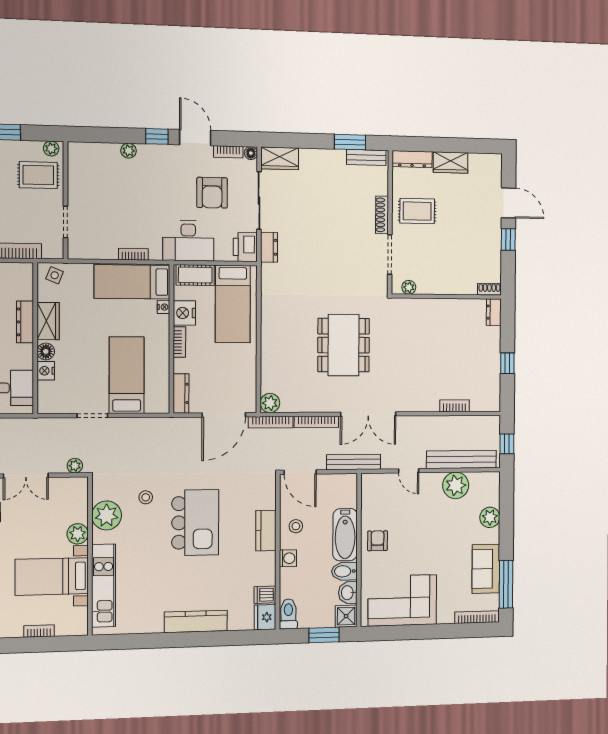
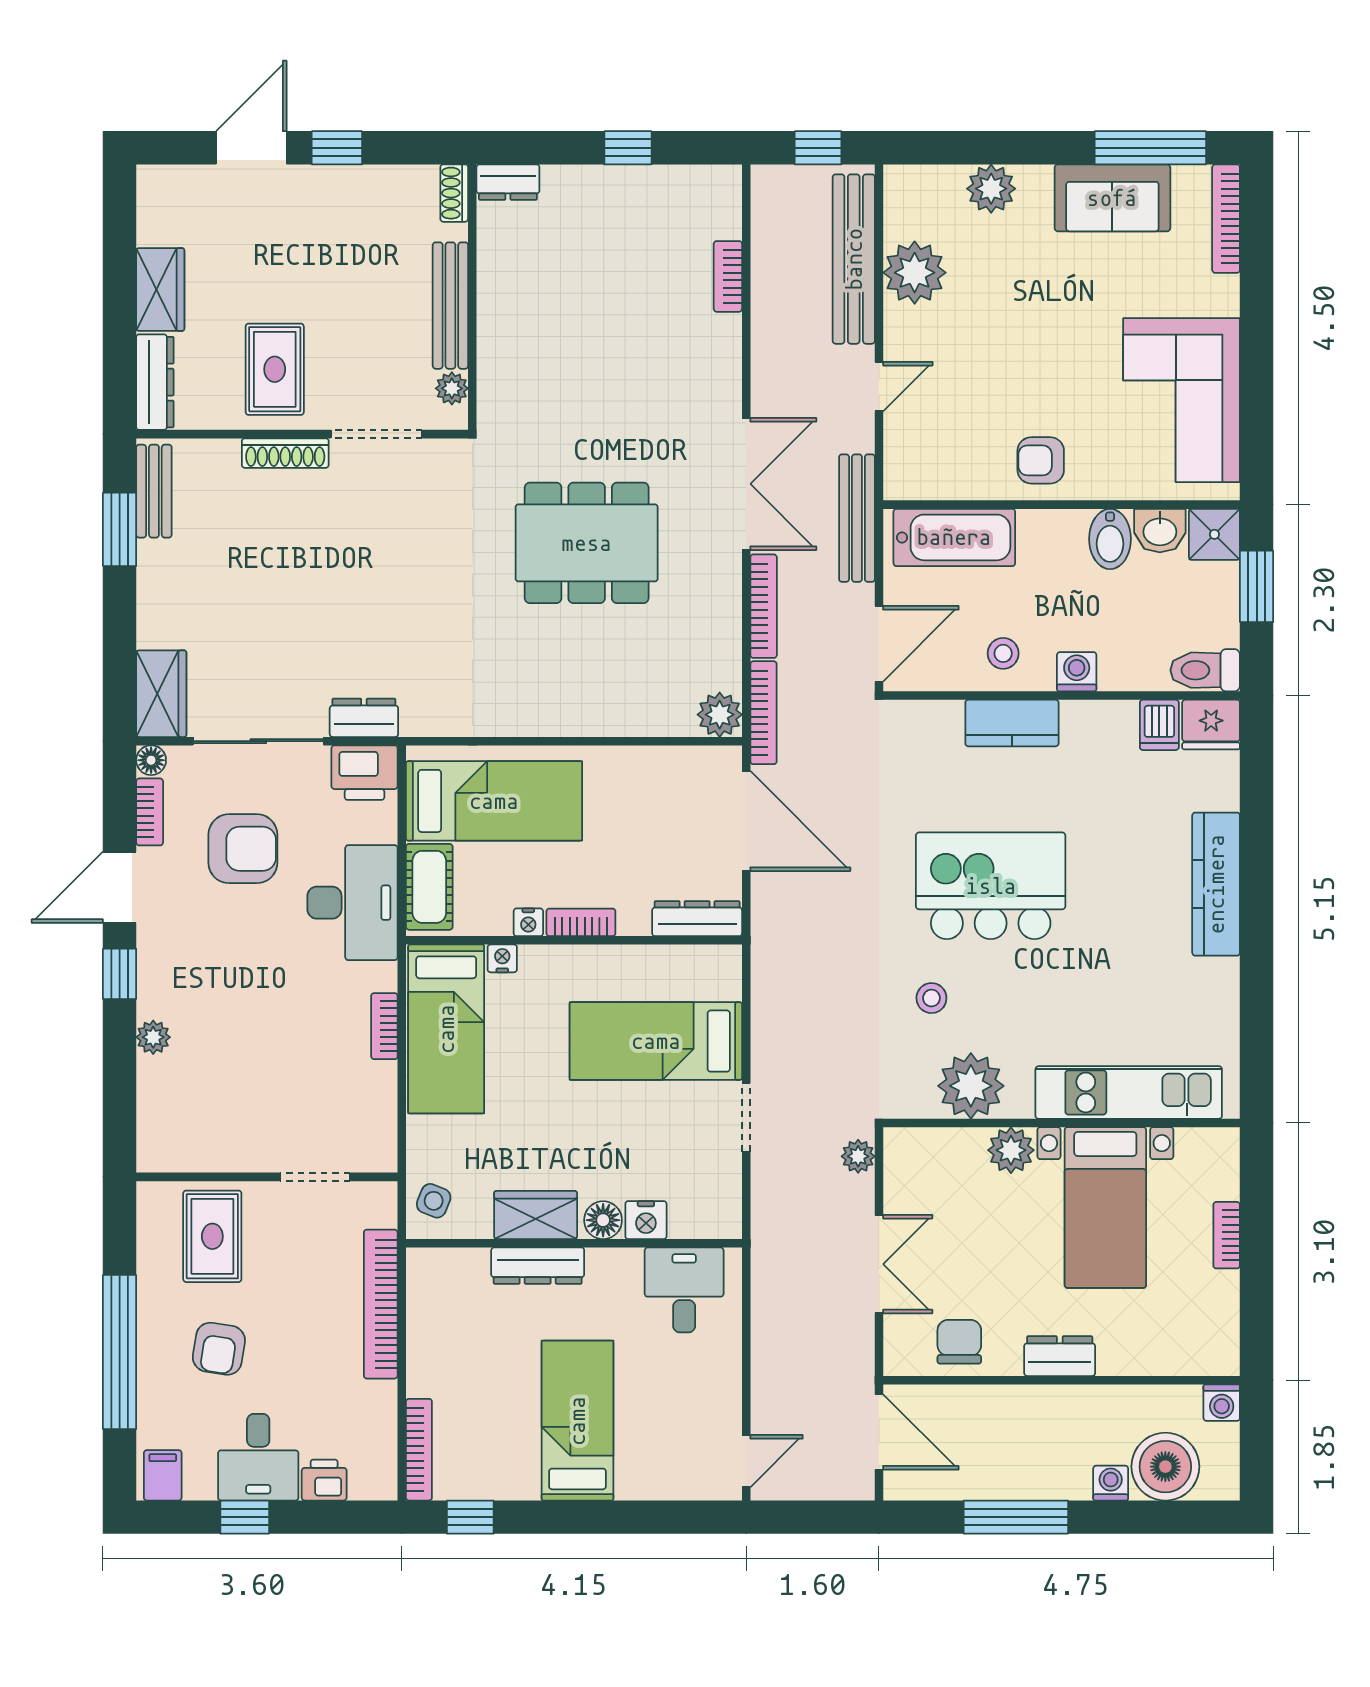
plant: (51, 148) -> (153, 1208), removed
bench: (443, 287) -> (450, 306), added
nightstand: (184, 313) -> (528, 922), width x0.53, depth x0.56
bathtub: (345, 535) -> (954, 537), moved

